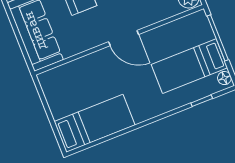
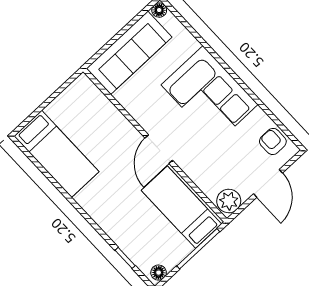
bed: (189, 66) -> (181, 207), moved

